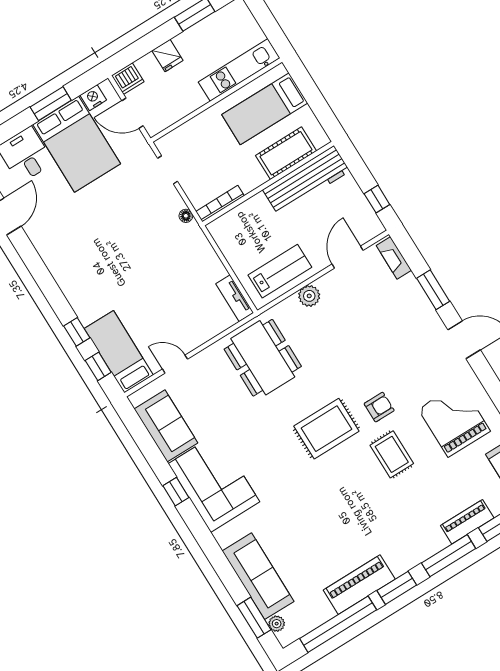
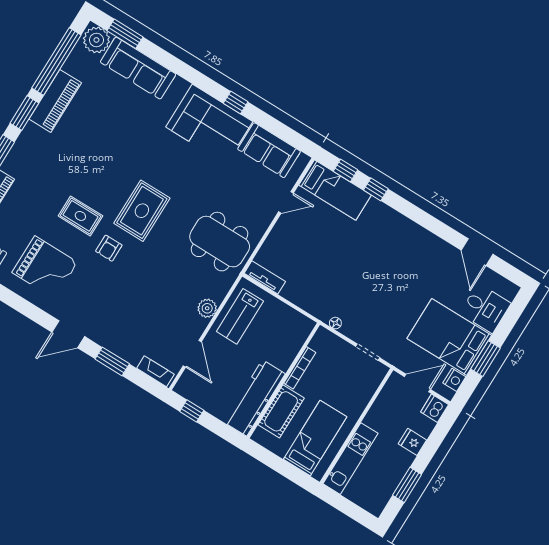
bookcase: (220, 204) -> (300, 368), moved
plant: (277, 624) -> (96, 40), width x1.87, depth x1.87

